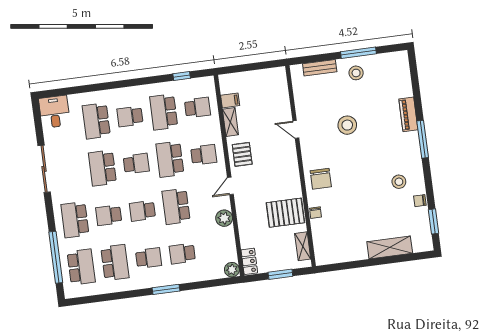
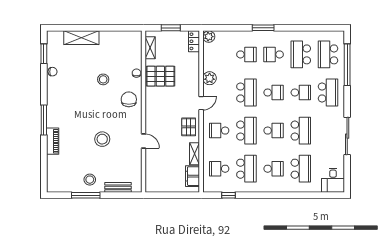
filing cabinet: (230, 100) -> (193, 176), width x2.00
school desk: (136, 164) -> (274, 131), turned 180
stool: (399, 182) -> (103, 79), moved

